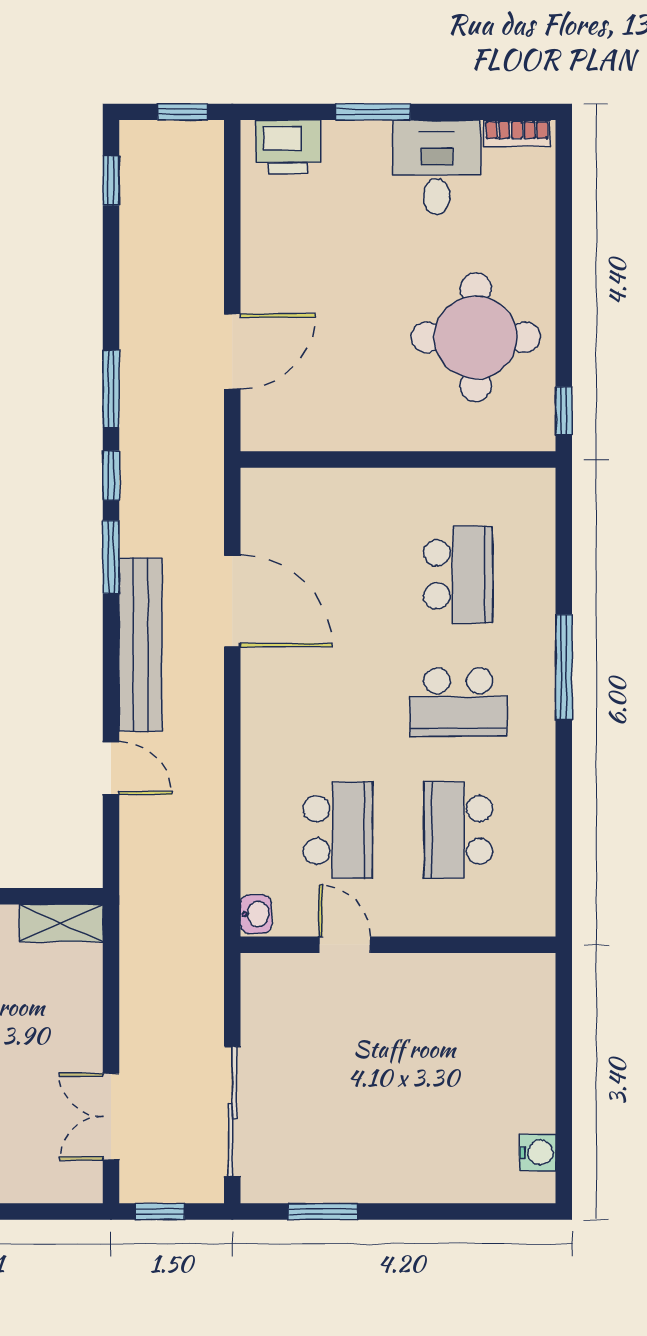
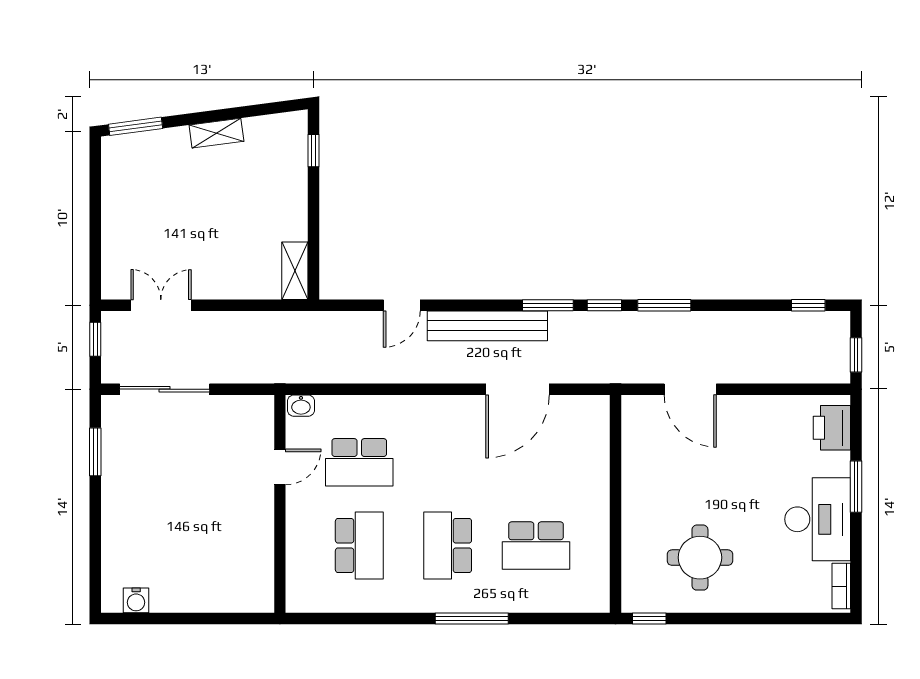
desk: (437, 167) -> (818, 519), width x1.37
round table: (476, 337) -> (700, 558), width x0.73, depth x0.73
school desk: (458, 830) -> (359, 546), turned 90

